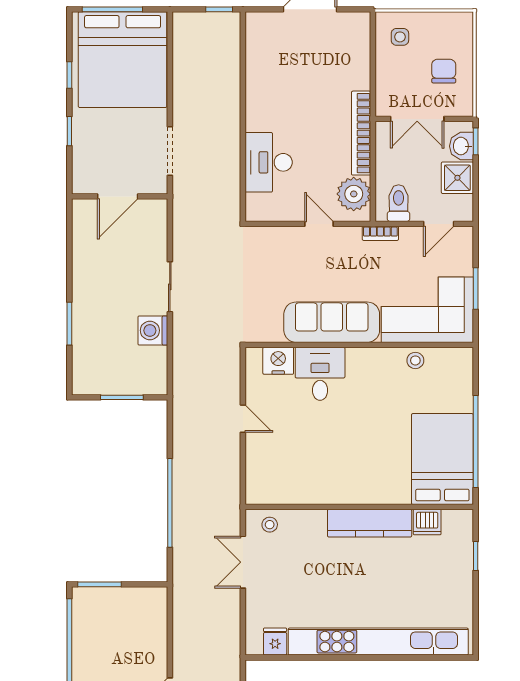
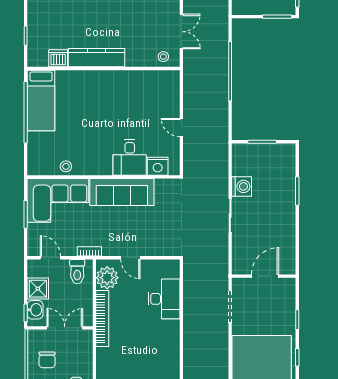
door: (439, 224) -> (50, 258), hinge flipped
bed: (442, 459) -> (41, 101), width x0.67

